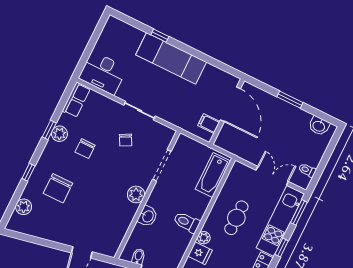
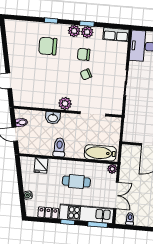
filing cabinet: (209, 123) -> (136, 136), removed
chair: (126, 140) -> (86, 74), moved
plant: (24, 207) -> (74, 31), moved
plant: (204, 238) -> (112, 169), moved

